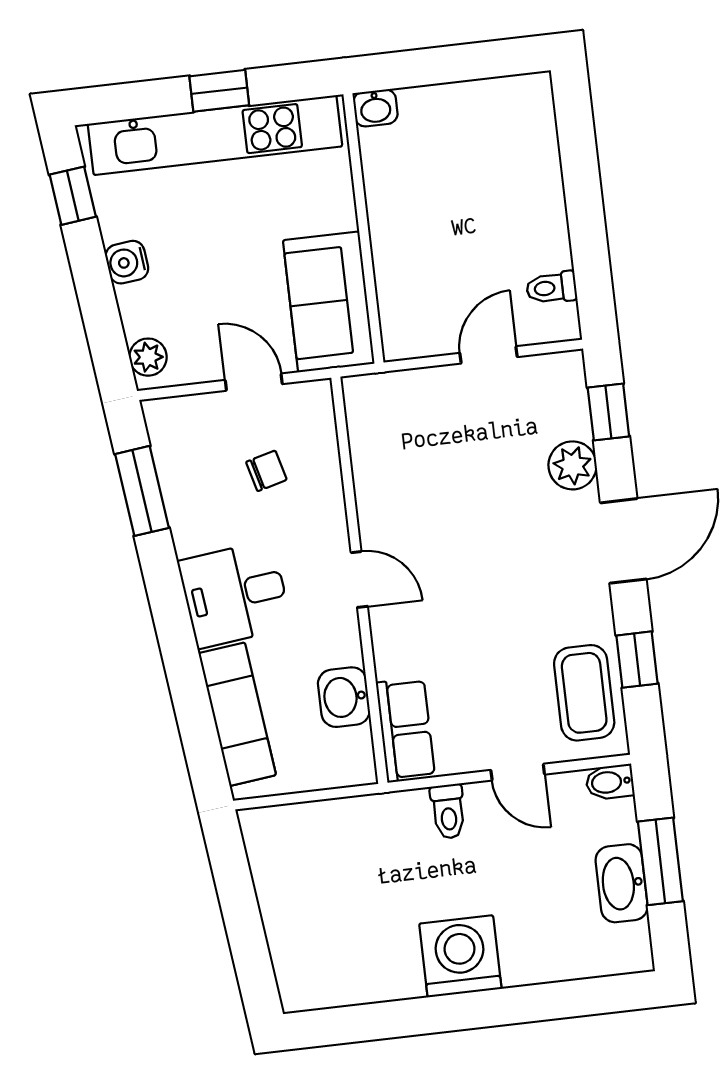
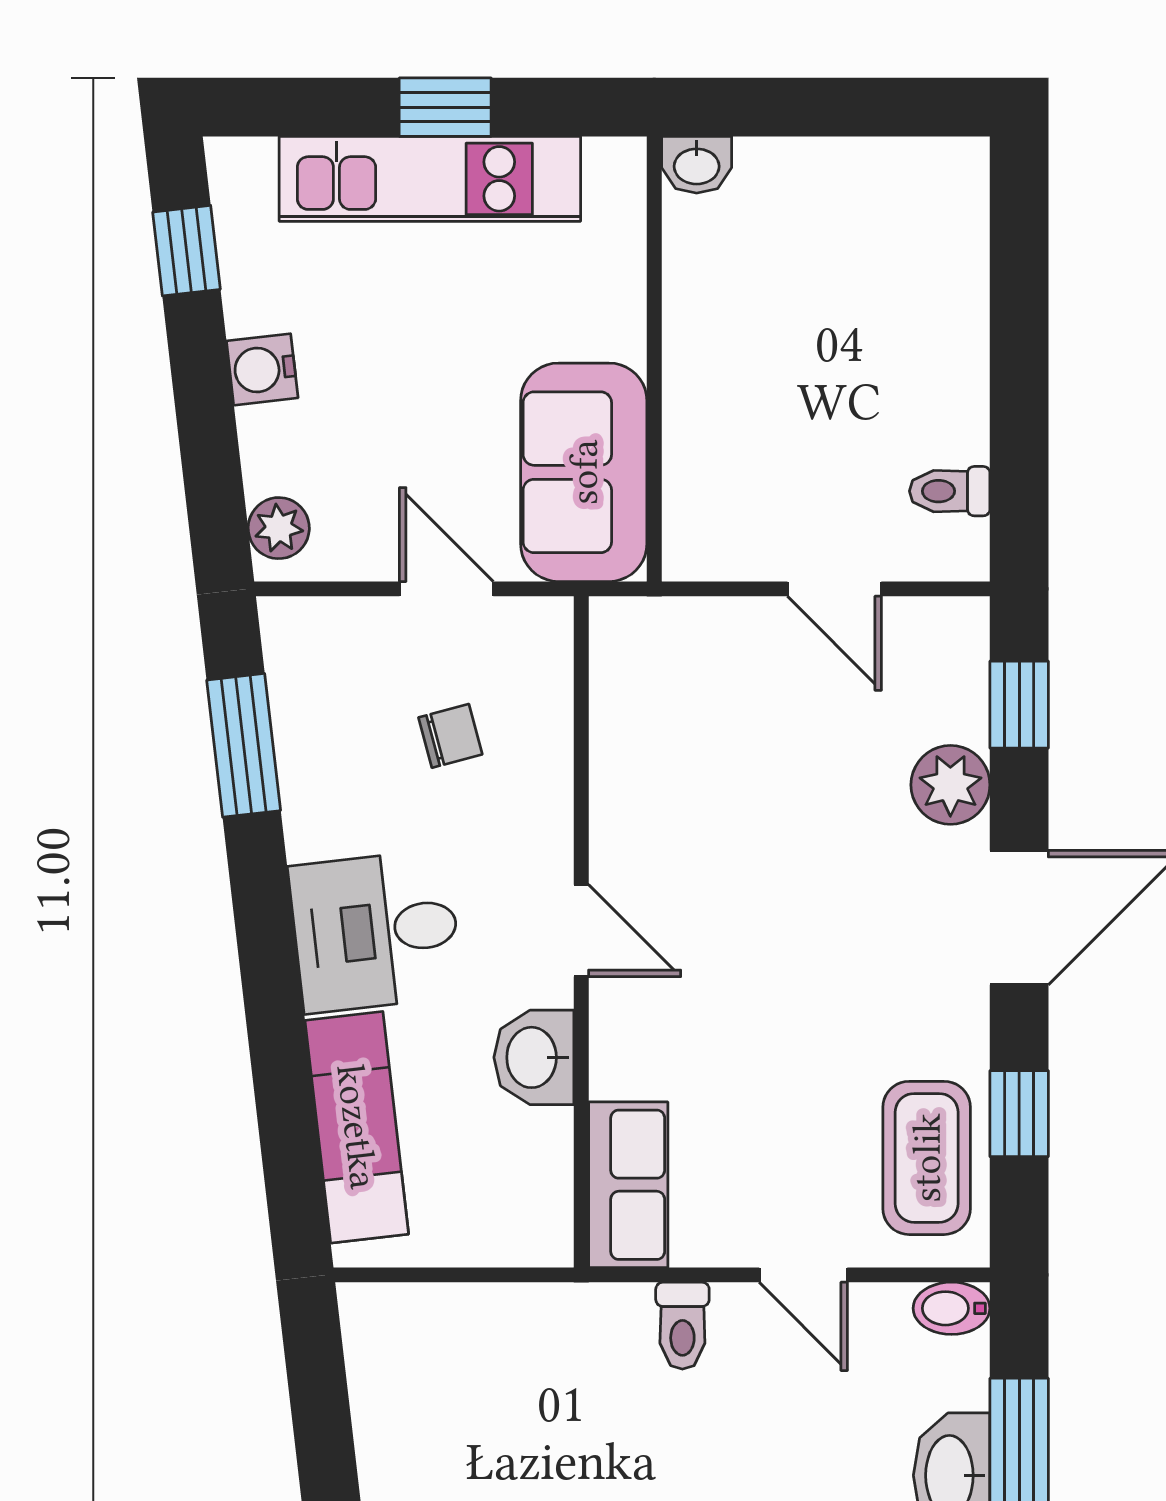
kitchen unit: (215, 135) -> (430, 179), width x0.73
door: (489, 355) -> (834, 589), swing flipped
washbasin: (344, 697) -> (534, 1057), moved

